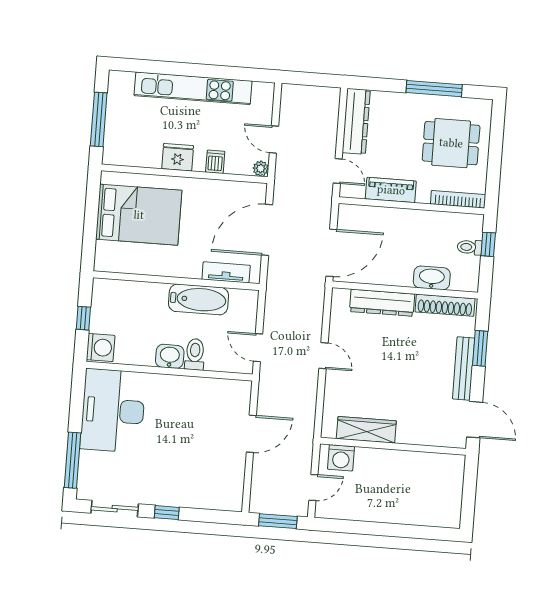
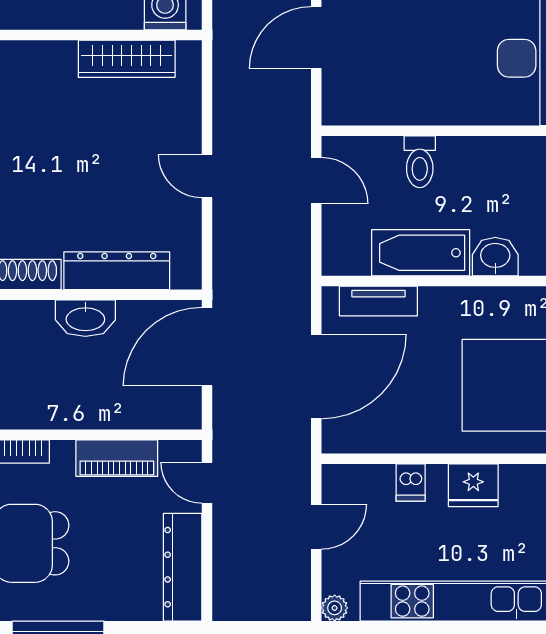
door: (274, 140) -> (316, 527), hinge flipped
plant: (261, 169) -> (335, 608), moved
washbasin: (432, 278) -> (85, 318), moved
washbasin: (170, 356) -> (495, 257), moved, turned 180

